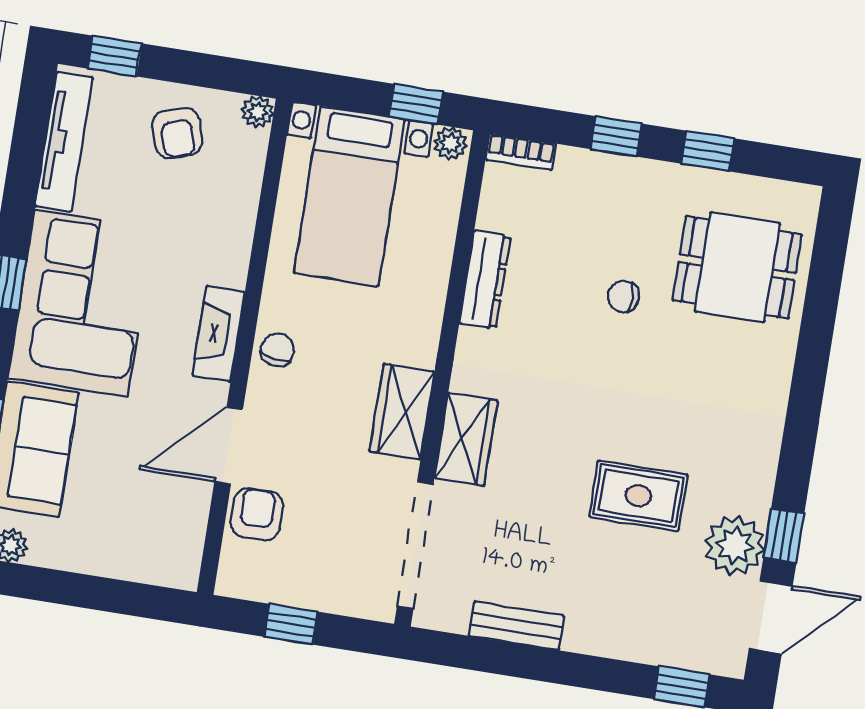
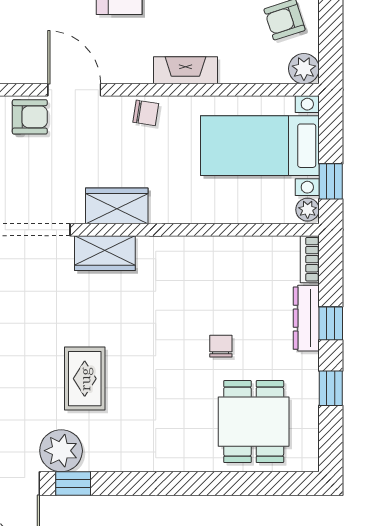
plant: (258, 112) -> (304, 69), width x1.38, depth x1.38
dresser: (485, 280) -> (306, 318), moved, turned 90
fireplace: (218, 334) -> (185, 70), moved

